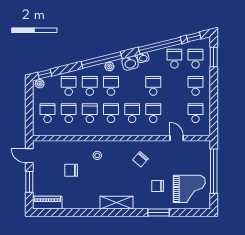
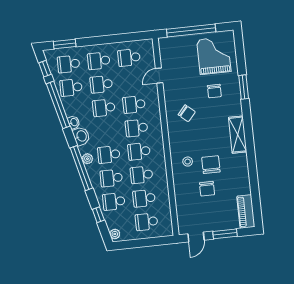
window: (45, 74) -> (98, 215), moved
school desk: (174, 86) -> (101, 84), added
chair: (92, 176) -> (211, 165), added

